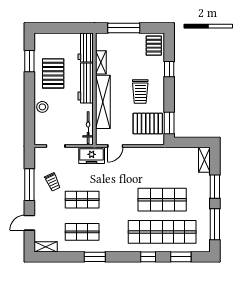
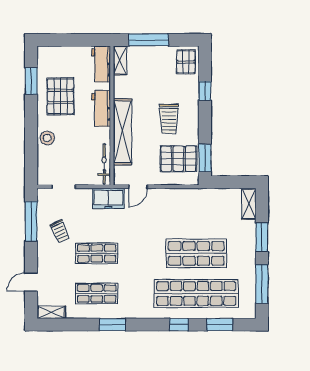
shelving: (101, 62) -> (120, 60), moved
workbench: (86, 83) -> (101, 108), width x0.73
window: (29, 185) -> (31, 221), moved

